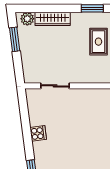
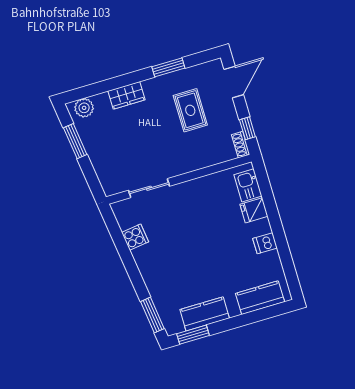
wardrobe: (53, 19) -> (126, 95), width x0.67
cooker: (38, 133) -> (135, 237), moved

